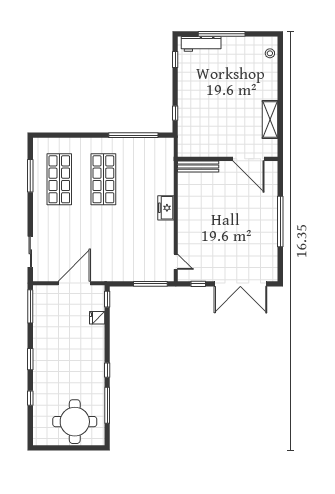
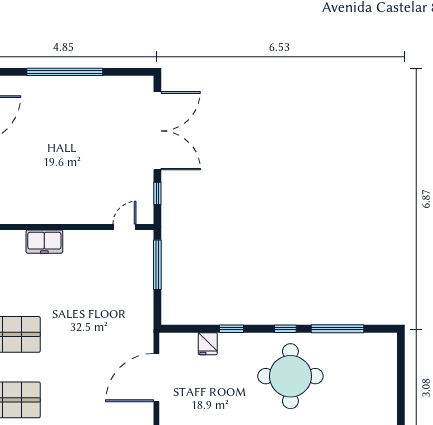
door: (74, 283) -> (156, 378), hinge flipped
window: (107, 299) -> (232, 329), moved
round table: (75, 422) -> (290, 376), moved

